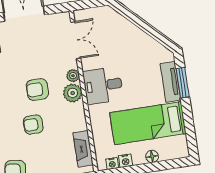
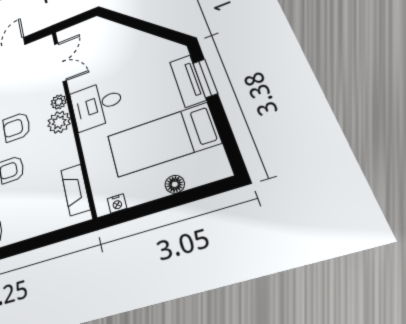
nightstand: (125, 161) -> (136, 197), removed

